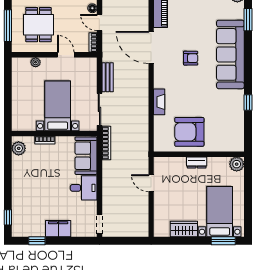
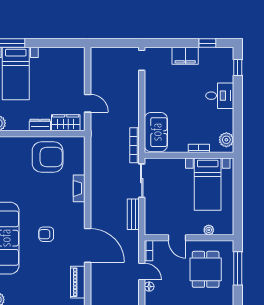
bed with nightstands: (58, 106) -> (208, 184), moved
desk: (84, 188) -> (220, 96), moved, turned 180
wardrobe: (184, 229) -> (66, 123), moved, turned 180

